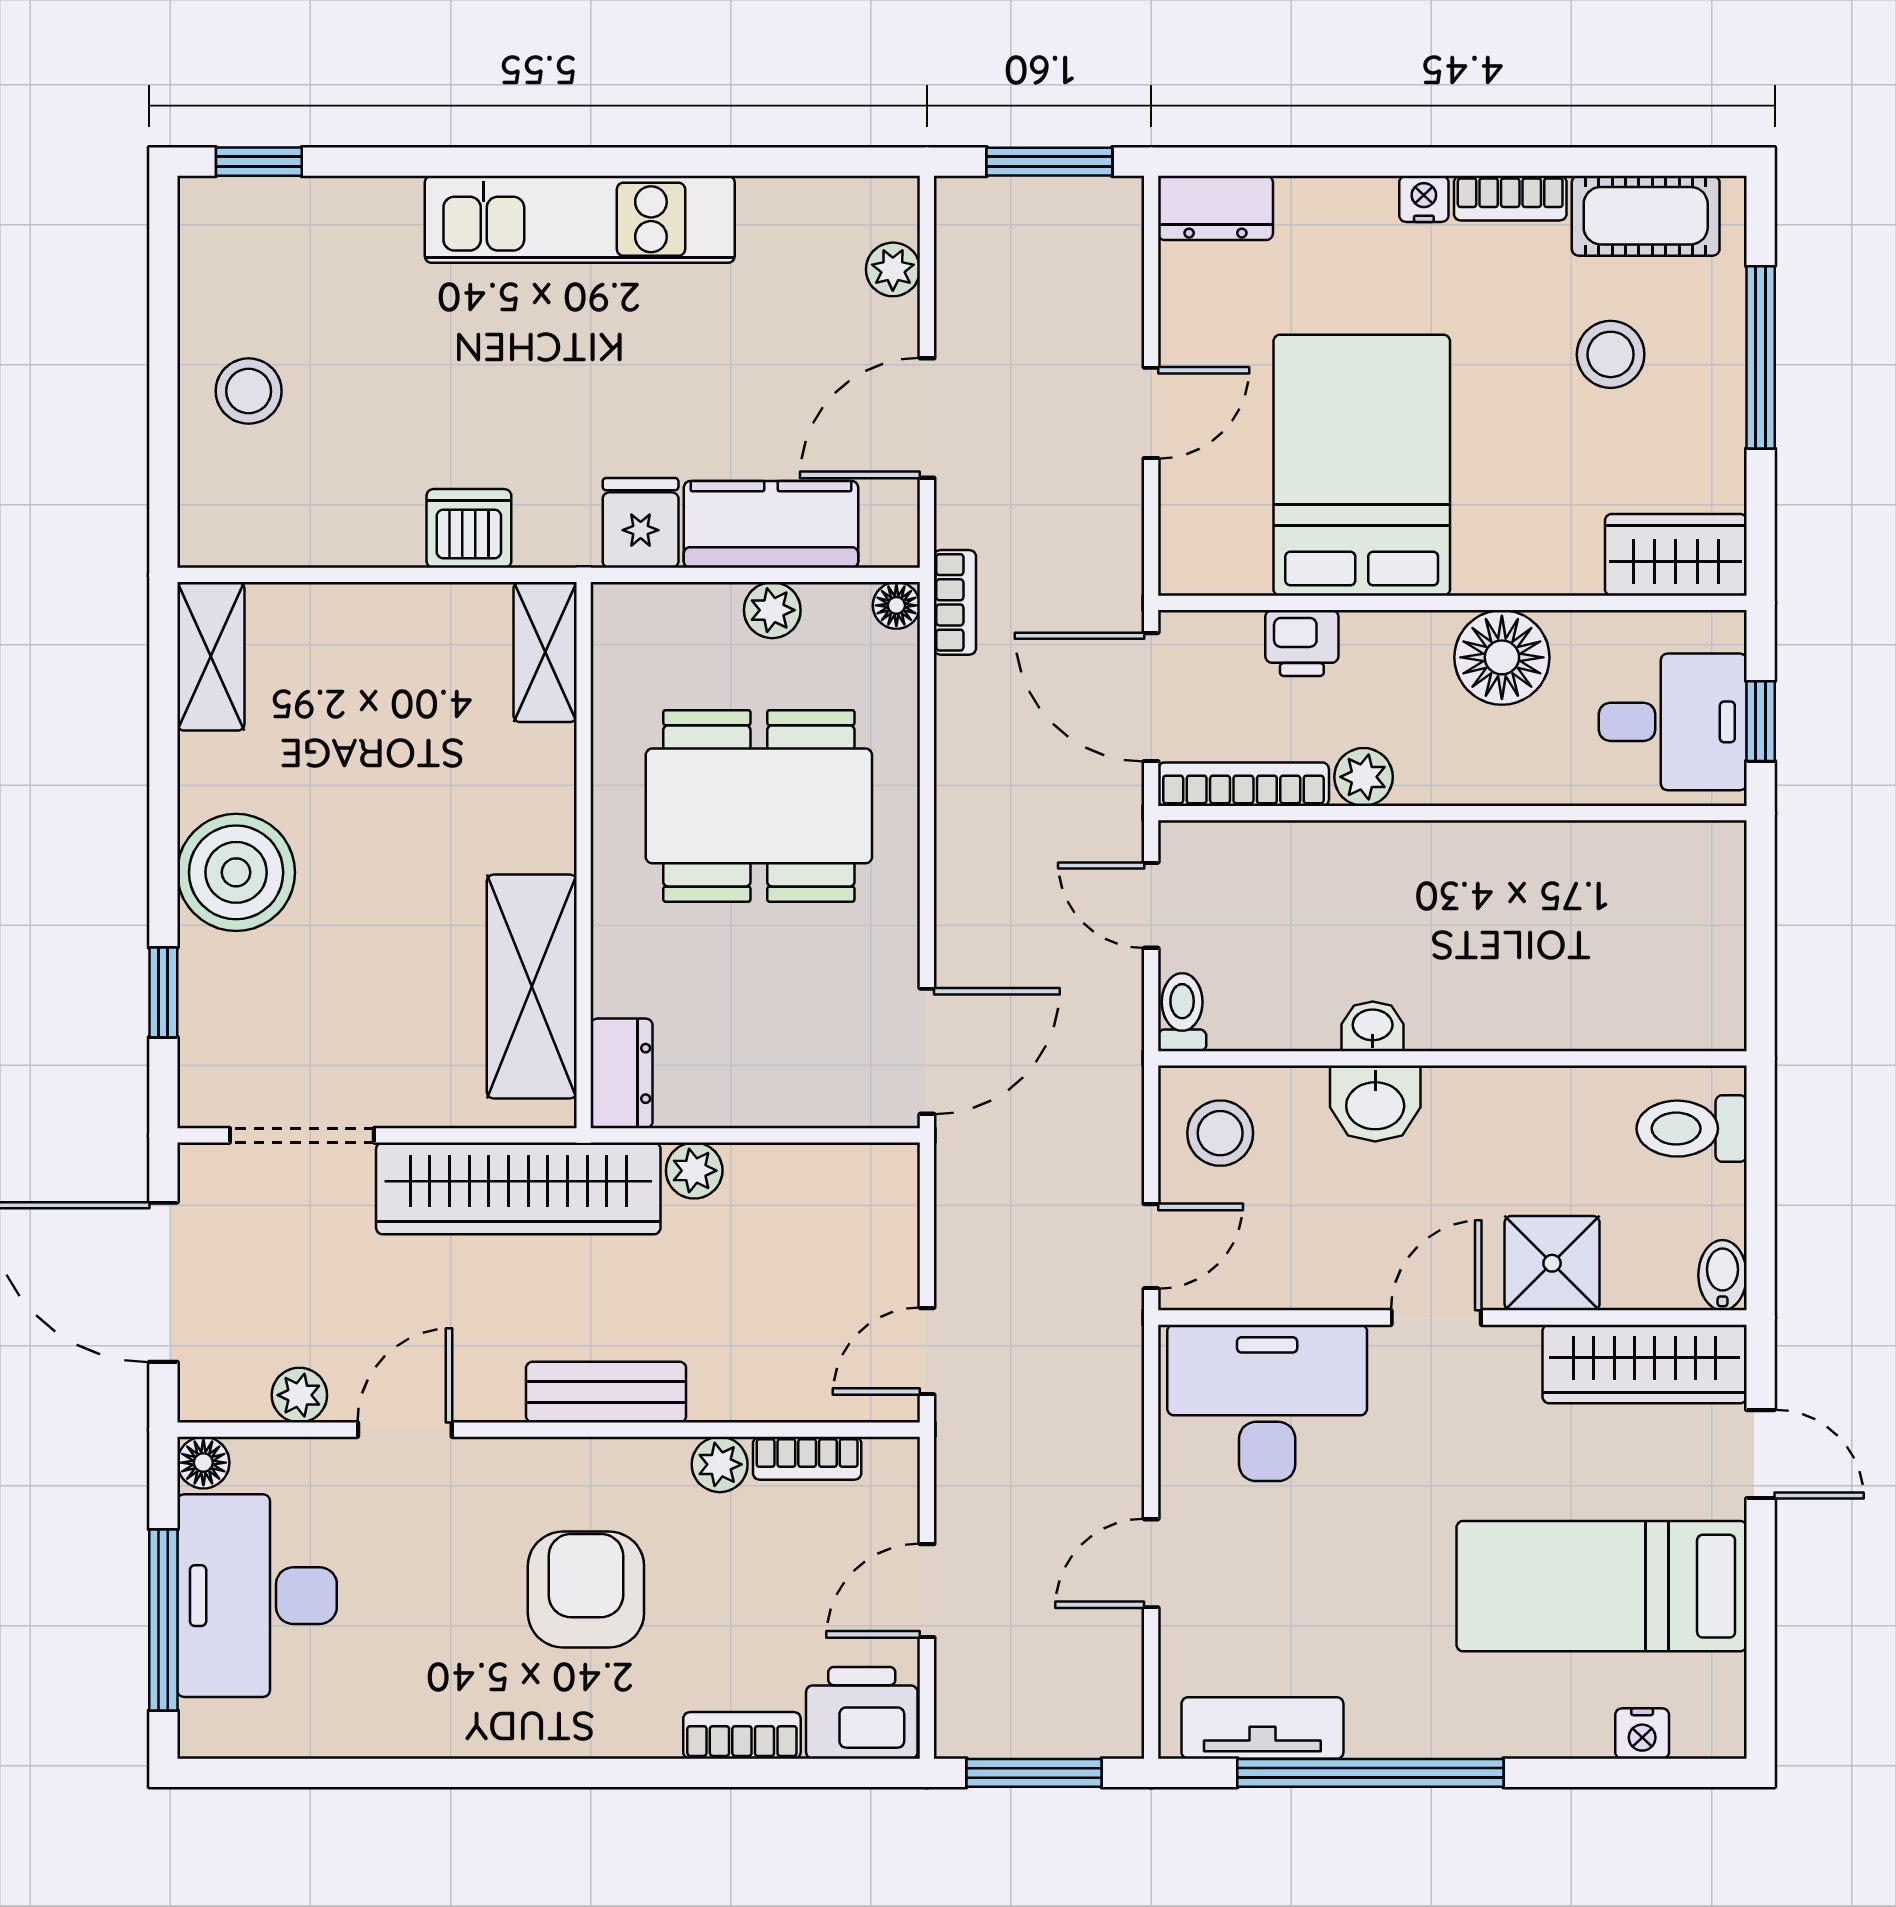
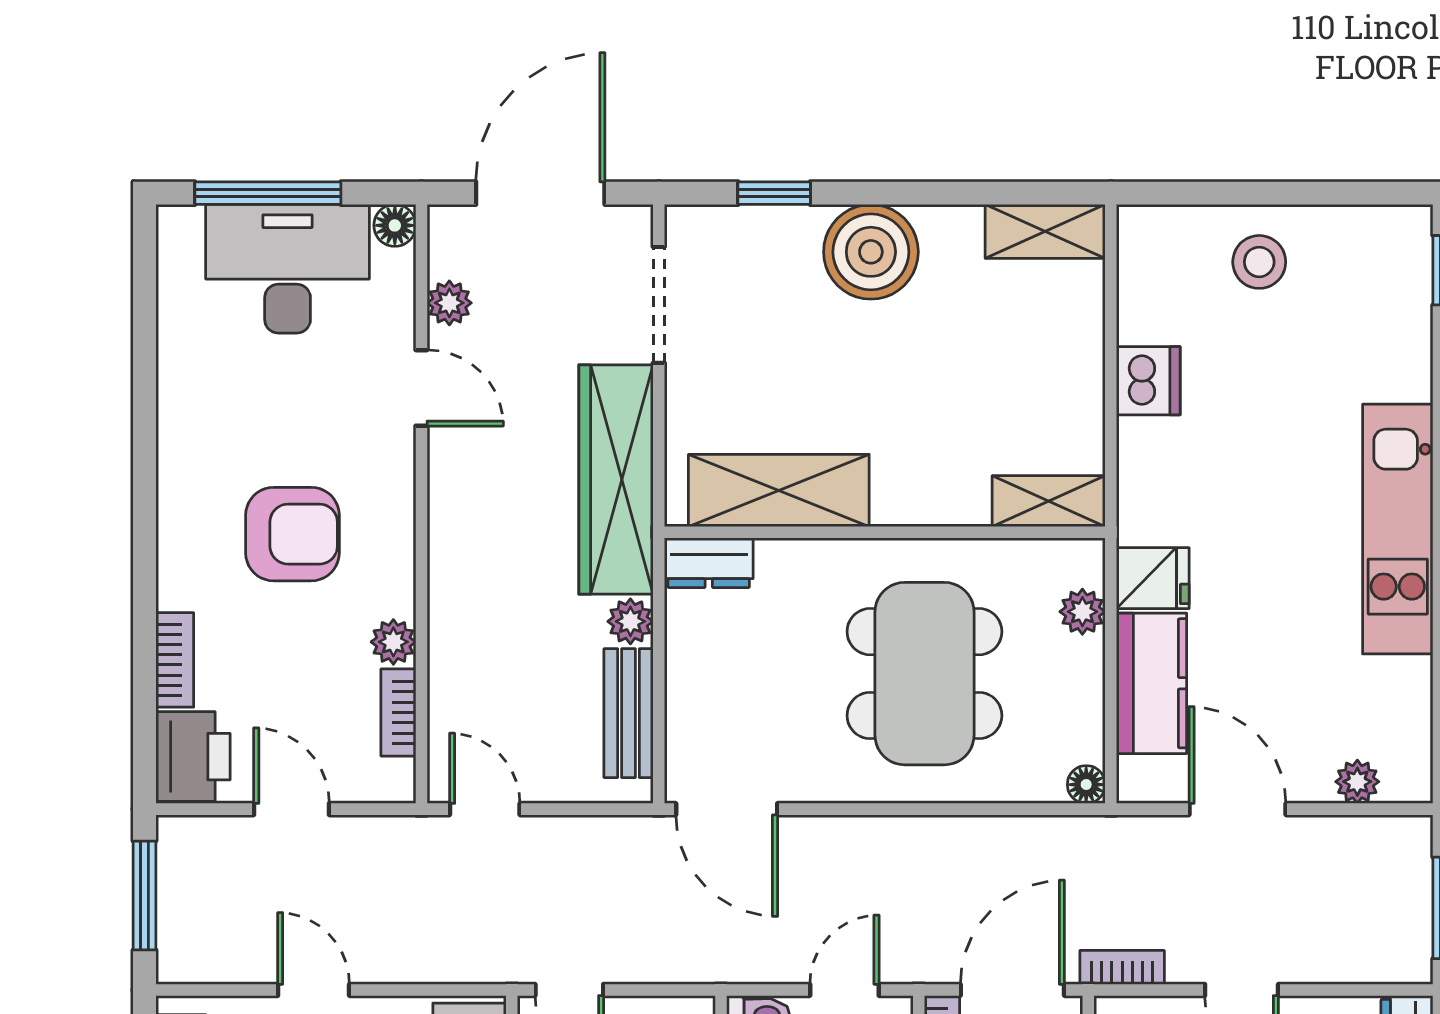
dishwasher: (469, 528) -> (1148, 381), moved
bookcase: (955, 602) -> (1122, 967), moved, turned 180
plant: (772, 610) -> (1082, 612), moved
bench: (606, 1392) -> (628, 713), moved

